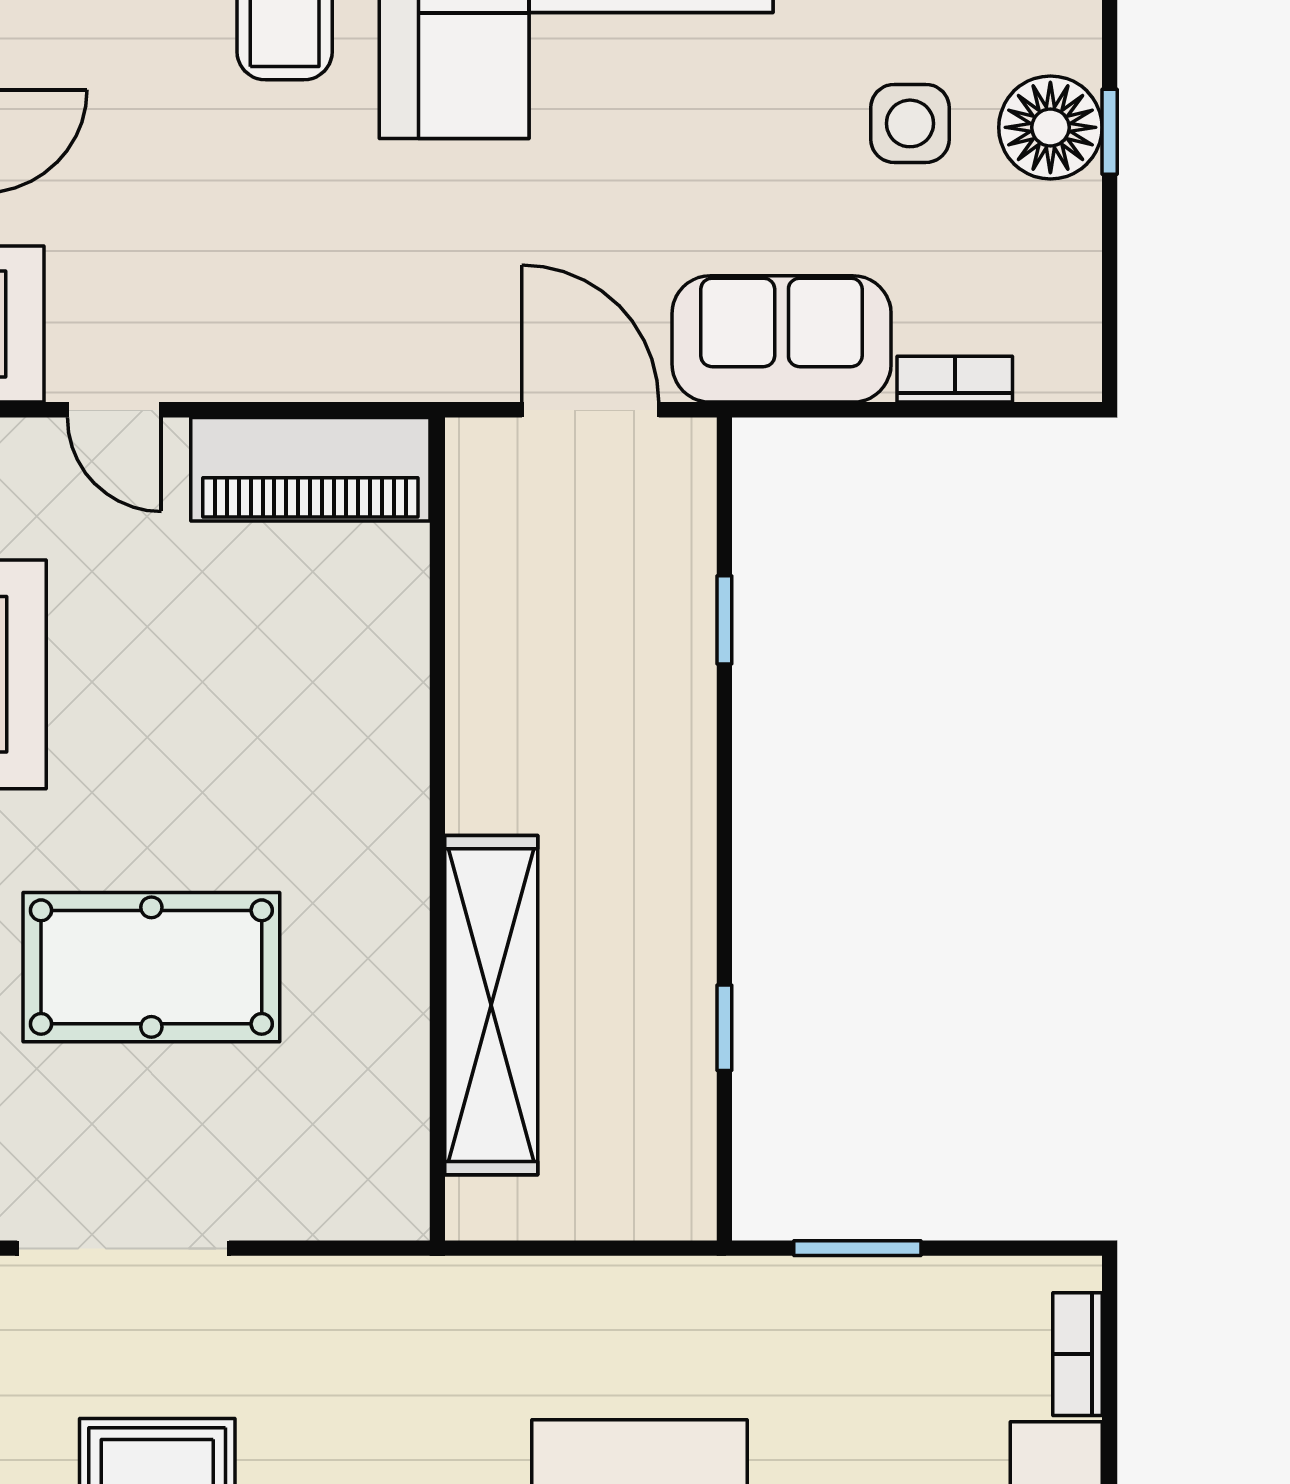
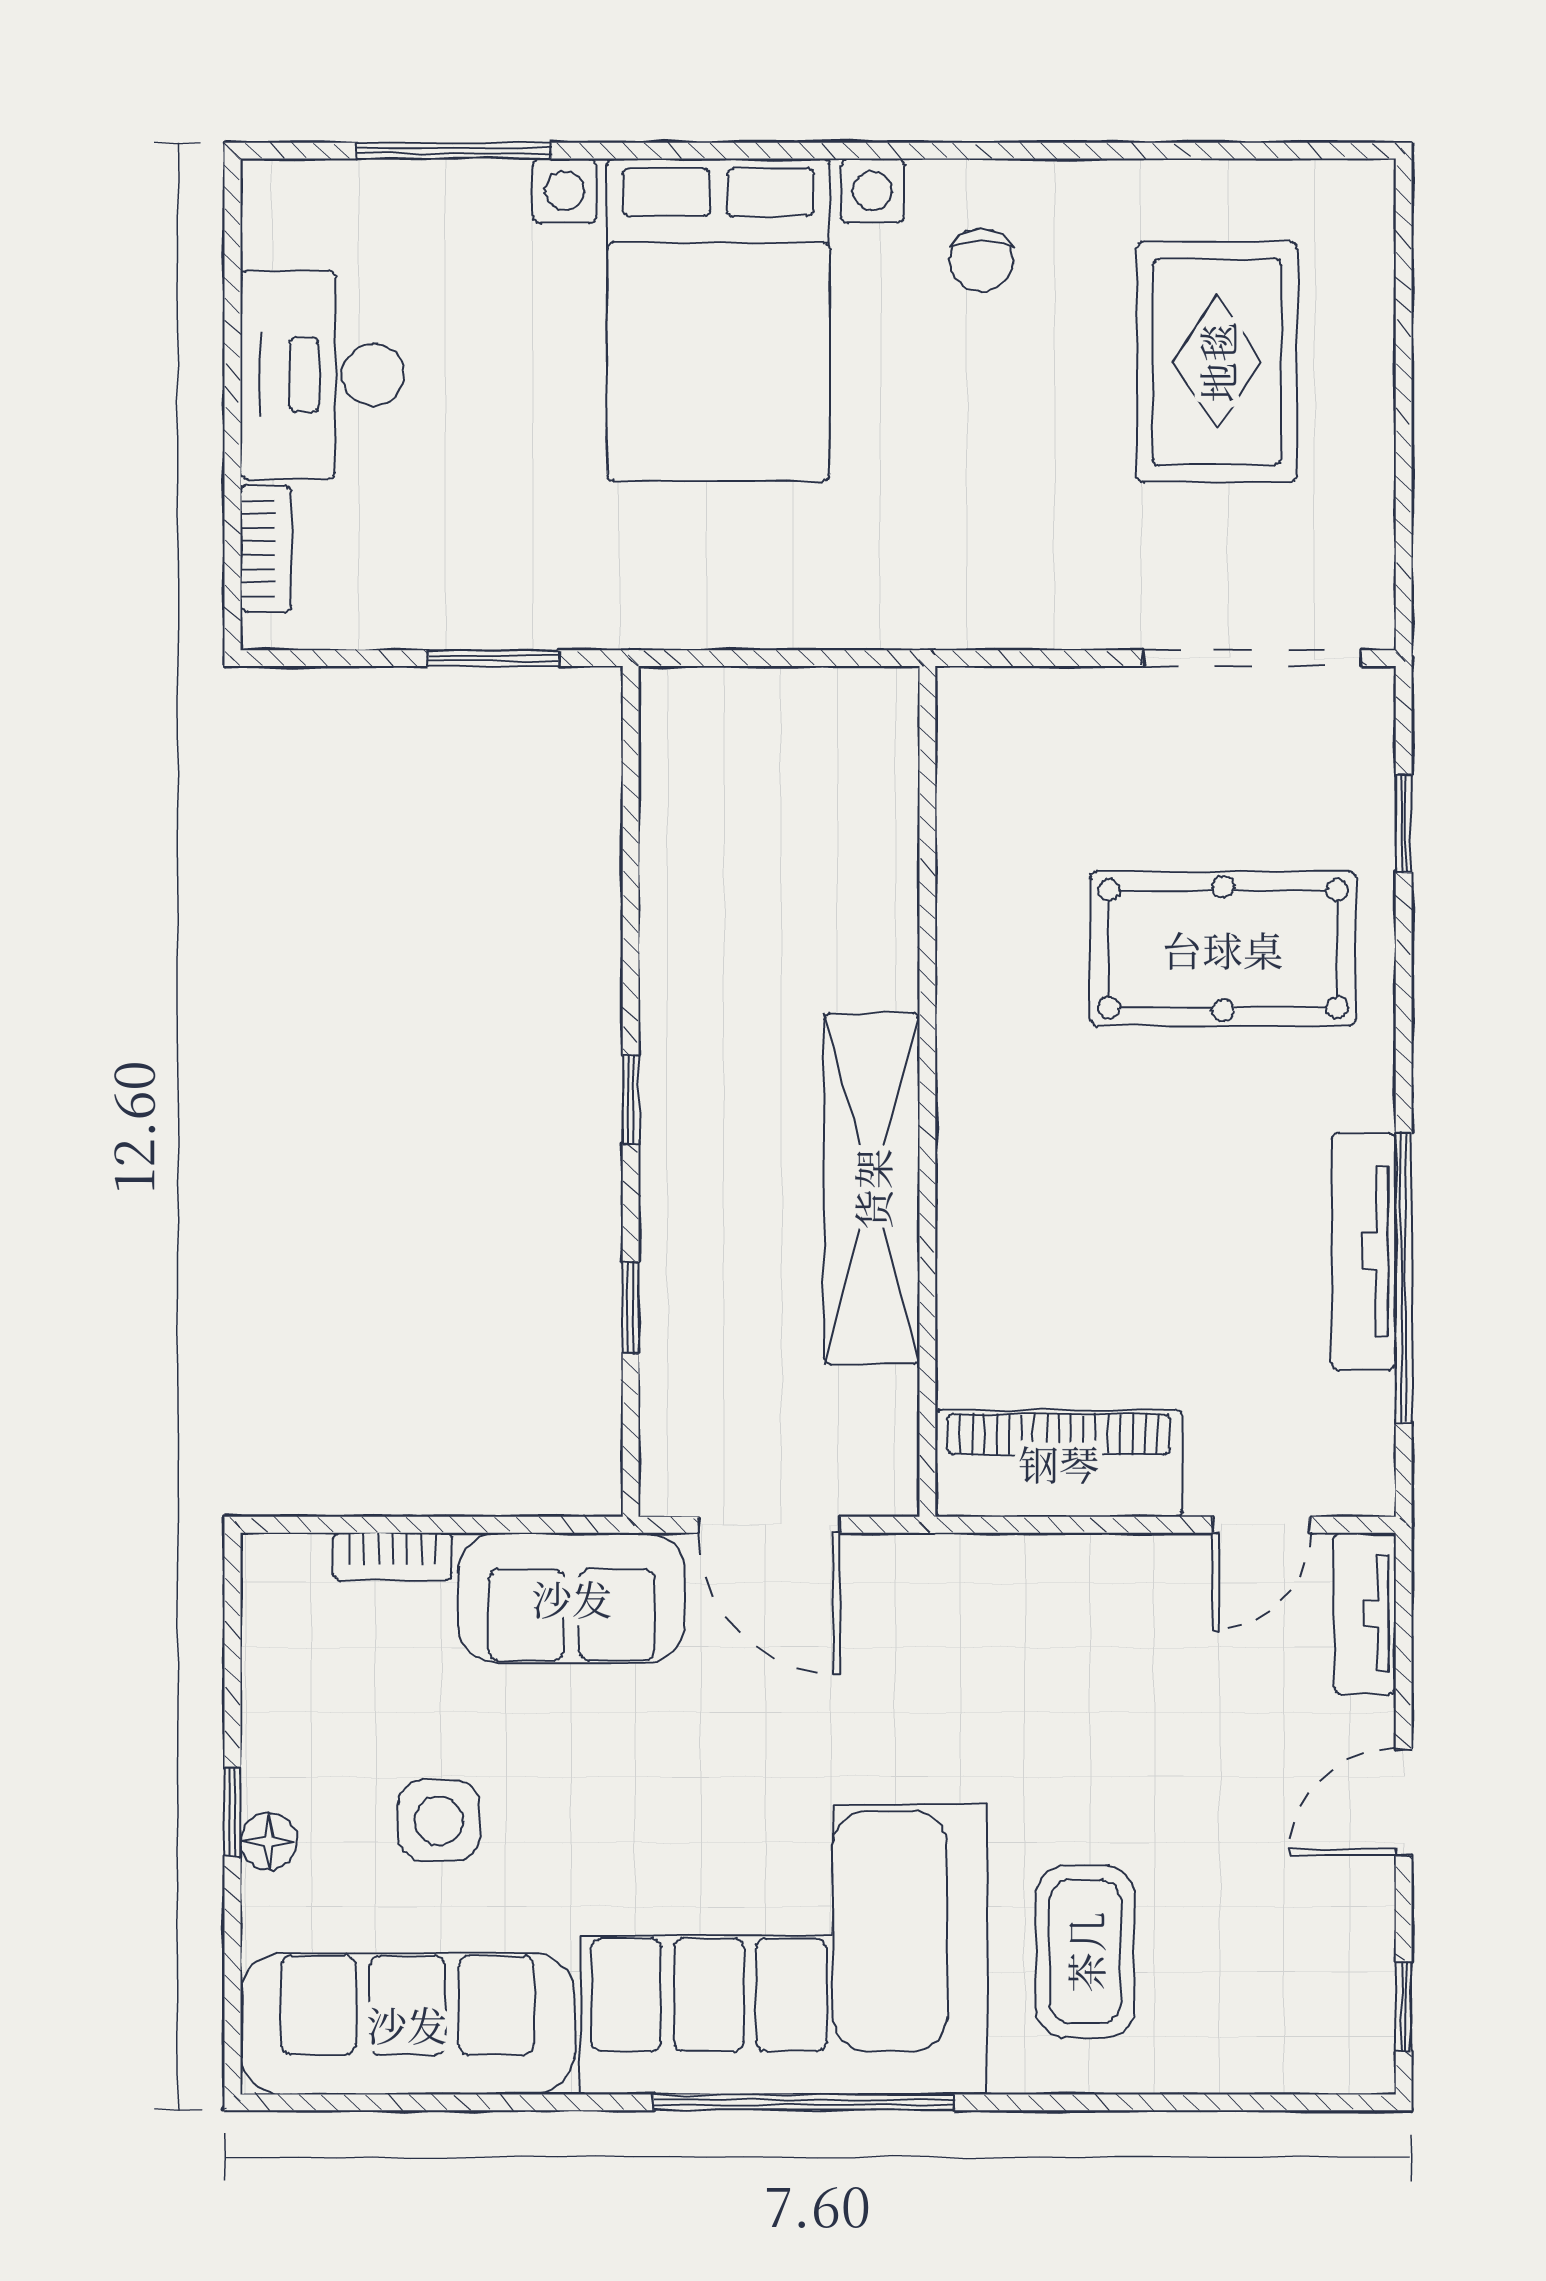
floor lamp: (1050, 127) -> (269, 1842), width x0.53, depth x0.53
door: (114, 410) -> (1261, 1525), swing flipped
shelving: (491, 1005) -> (872, 1189), moved
window: (724, 1028) -> (631, 1100), moved

